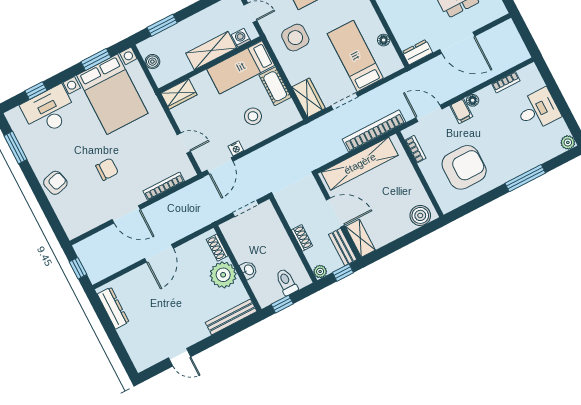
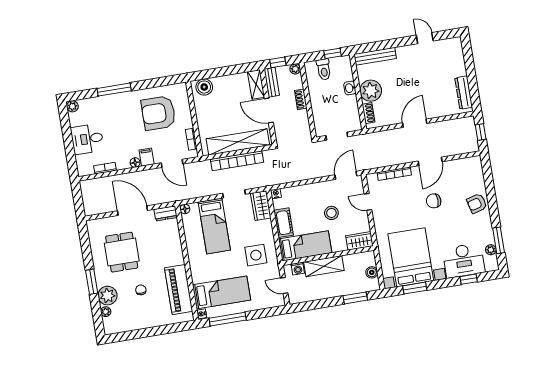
floor lamp: (384, 40) -> (185, 209), moved
stool: (253, 116) -> (331, 213), moved
bookcase: (374, 131) -> (237, 161), moved
plant: (21, 134) -> (491, 250), added
nightstand: (236, 148) -> (276, 194), moved
door: (126, 214) -> (430, 161), swing flipped

